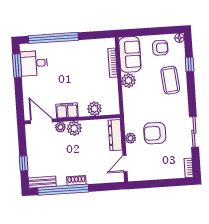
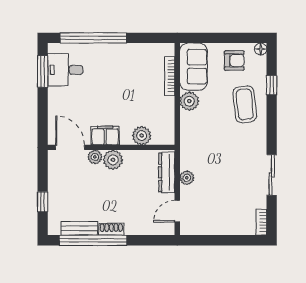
armchair: (155, 133) -> (220, 173), removed
bench: (42, 182) -> (79, 228), moved

